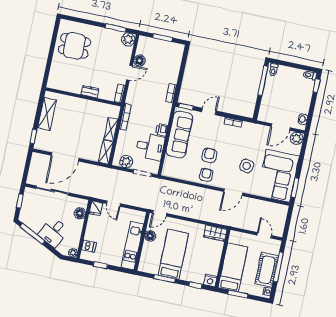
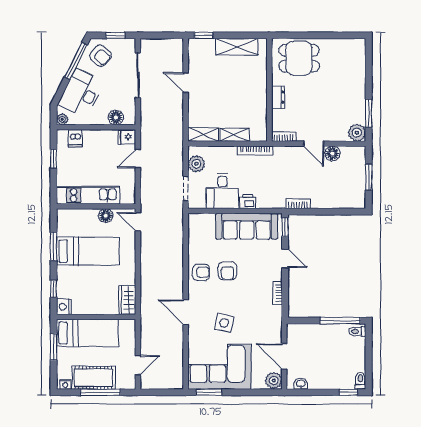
dining table: (74, 46) -> (299, 58), moved, turned 90
armchair: (209, 155) -> (227, 271), turned 90
door: (65, 157) -> (186, 83), width x0.53
armchair: (32, 215) -> (101, 56), added
desk: (54, 232) -> (81, 93), width x1.37

